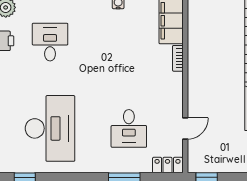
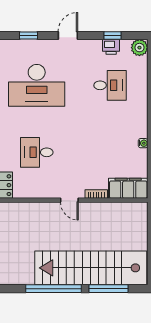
door: (185, 129) -> (69, 200), moved

